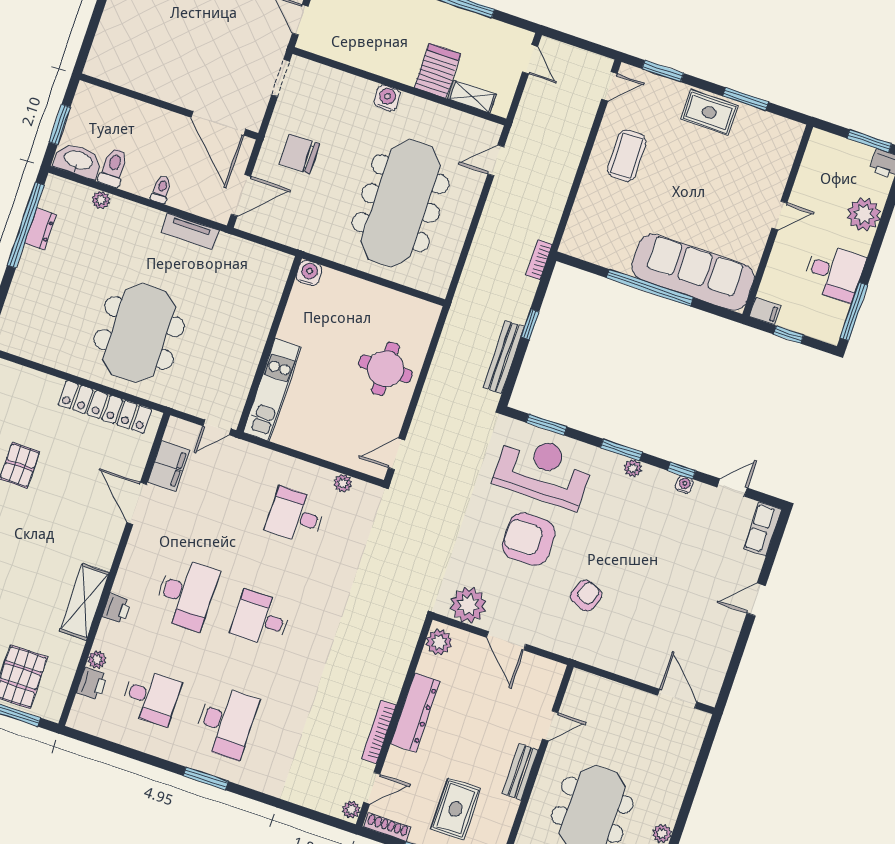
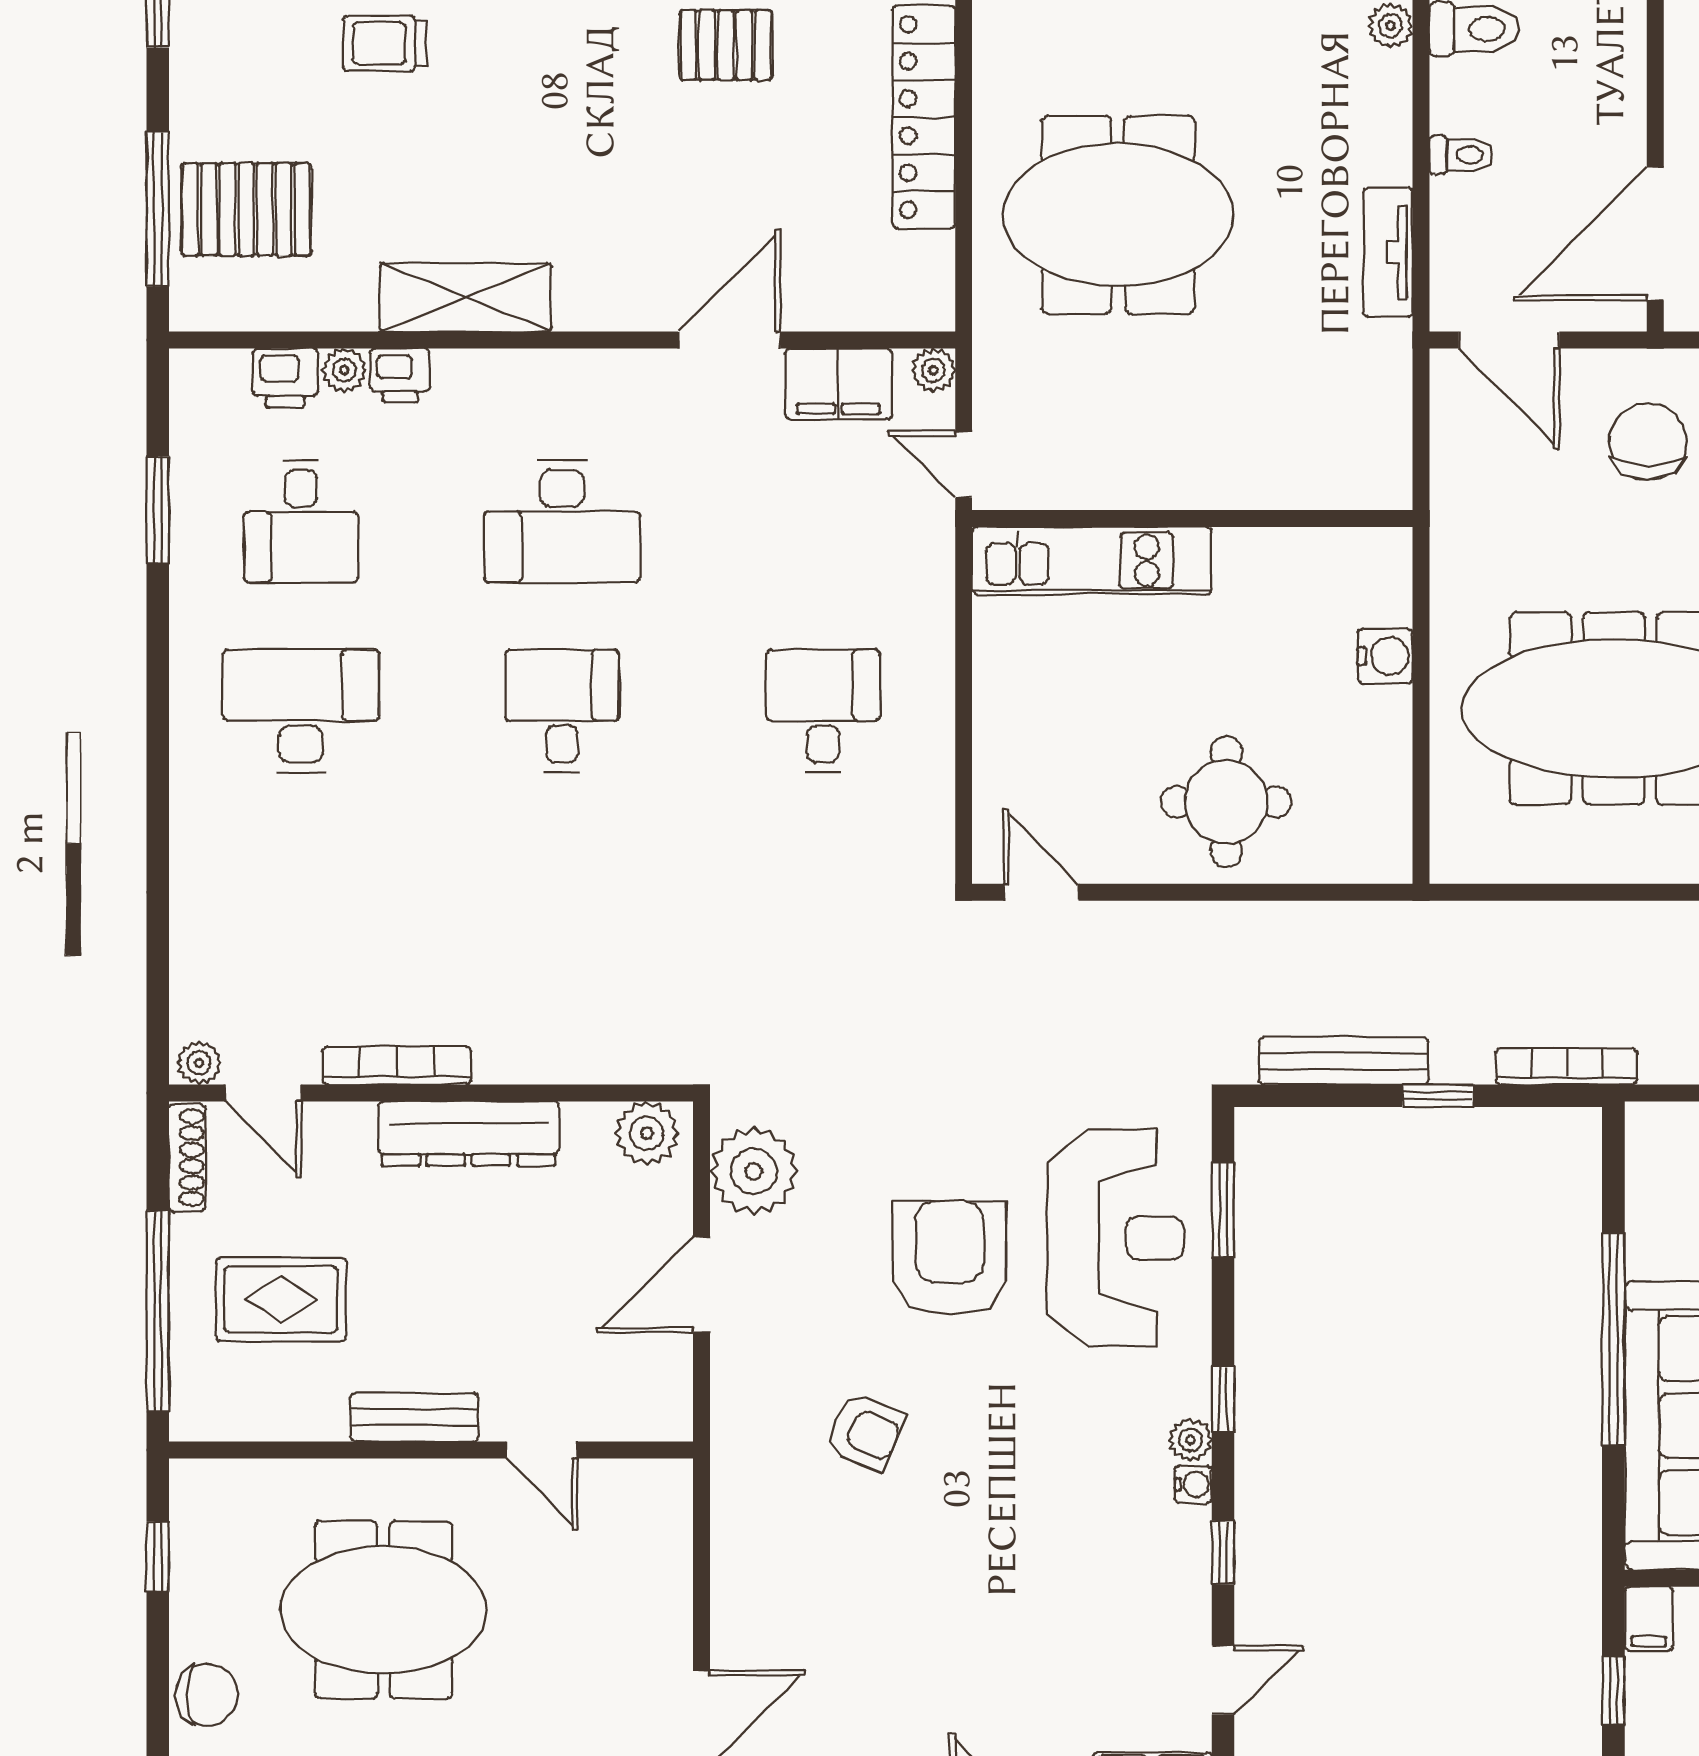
bookcase: (539, 260) -> (1567, 1067), width x1.56
water cooler: (309, 273) -> (1385, 656), moved
locker: (105, 407) -> (924, 117), moved
window: (621, 450) -> (1223, 1400), width x0.67
plant: (343, 483) -> (933, 370), moved
water cooler: (684, 484) -> (1193, 1484), moved
door: (732, 488) -> (1223, 1680), hinge flipped
printer: (117, 608) -> (400, 375), moved
desk: (226, 722) -> (301, 711), turned 180
window: (206, 779) -> (158, 510), moved

